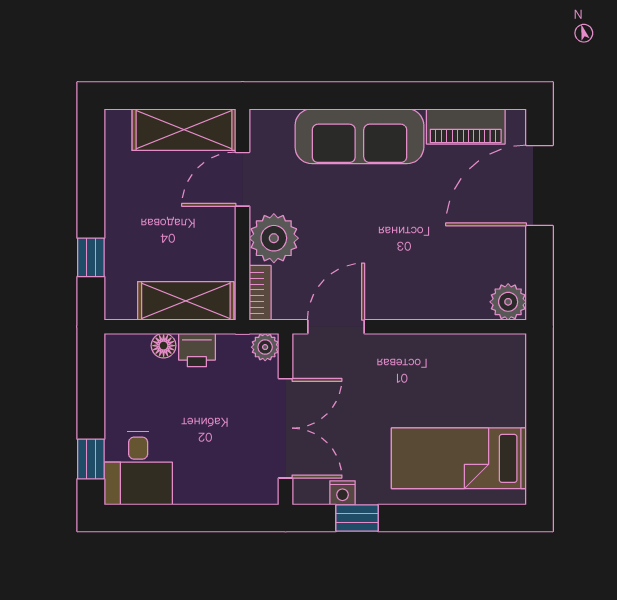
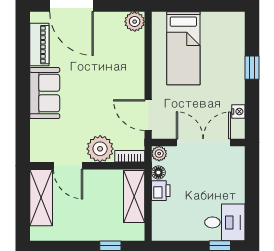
sofa: (359, 136) -> (45, 93), width x0.73
floor lamp: (164, 346) -> (158, 172), moved
bed: (459, 458) -> (183, 48), moved
window: (357, 518) -> (252, 68), moved

